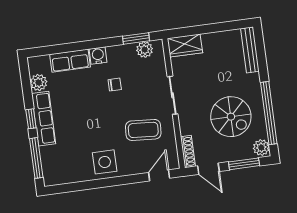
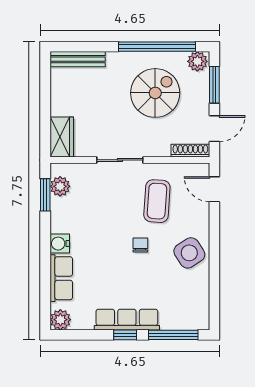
plant: (39, 82) -> (60, 320), moved
chair: (115, 85) -> (140, 245), moved
side table: (105, 162) -> (189, 253), turned -33

